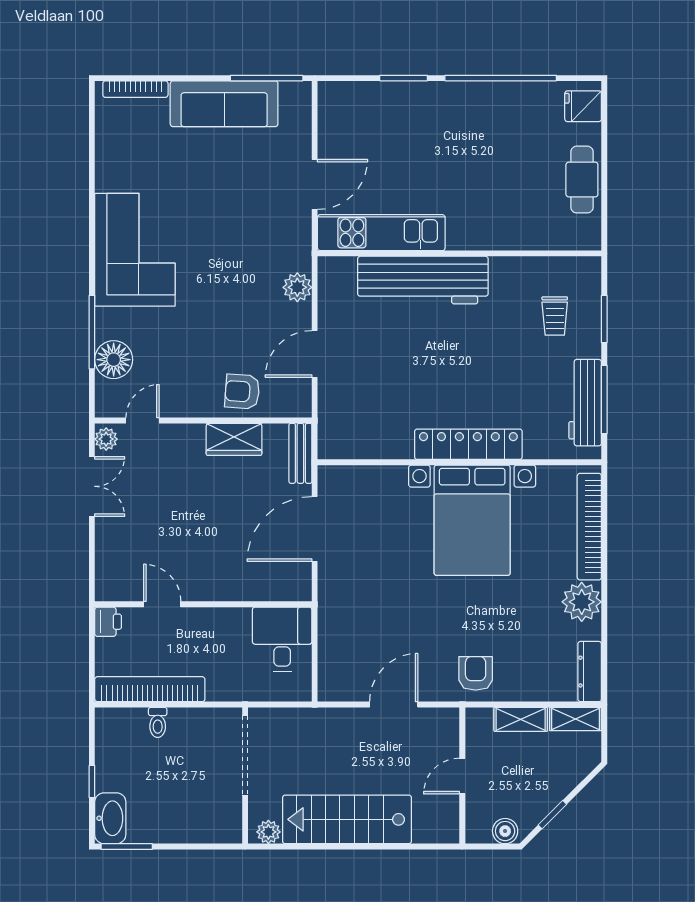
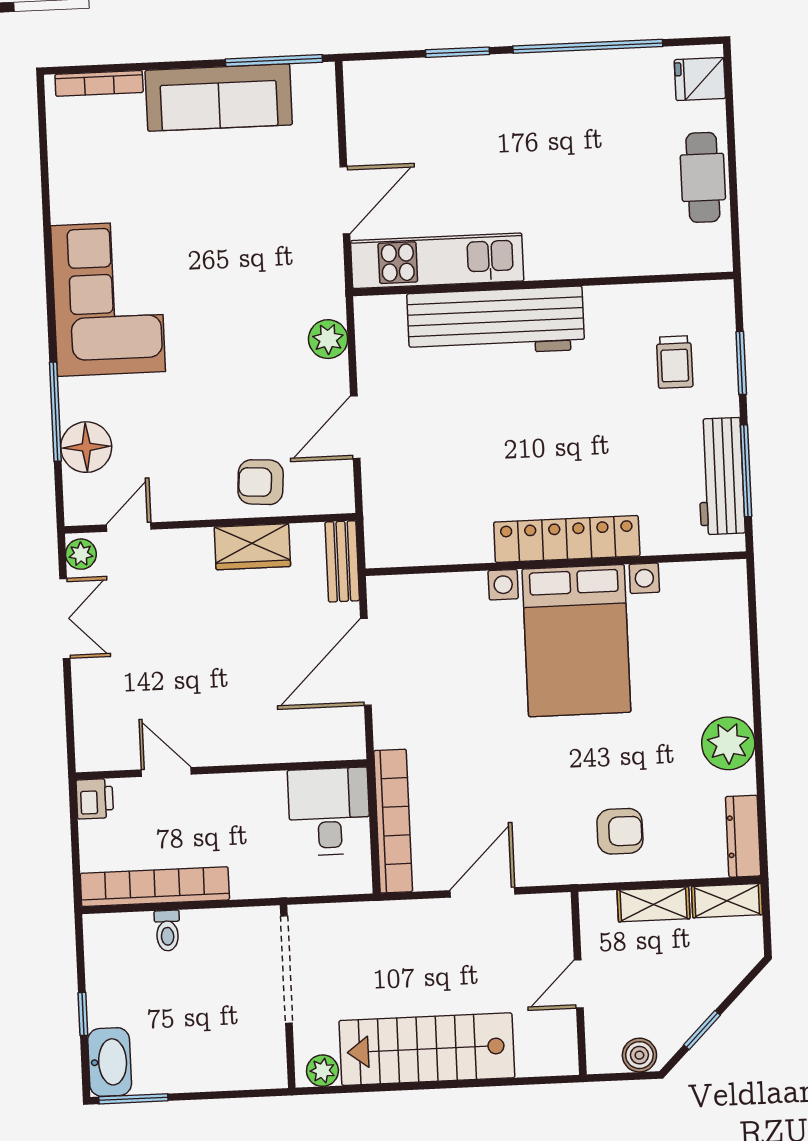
bookcase: (589, 527) -> (393, 821), moved, turned 180
armchair: (476, 673) -> (620, 831), moved, turned 90

